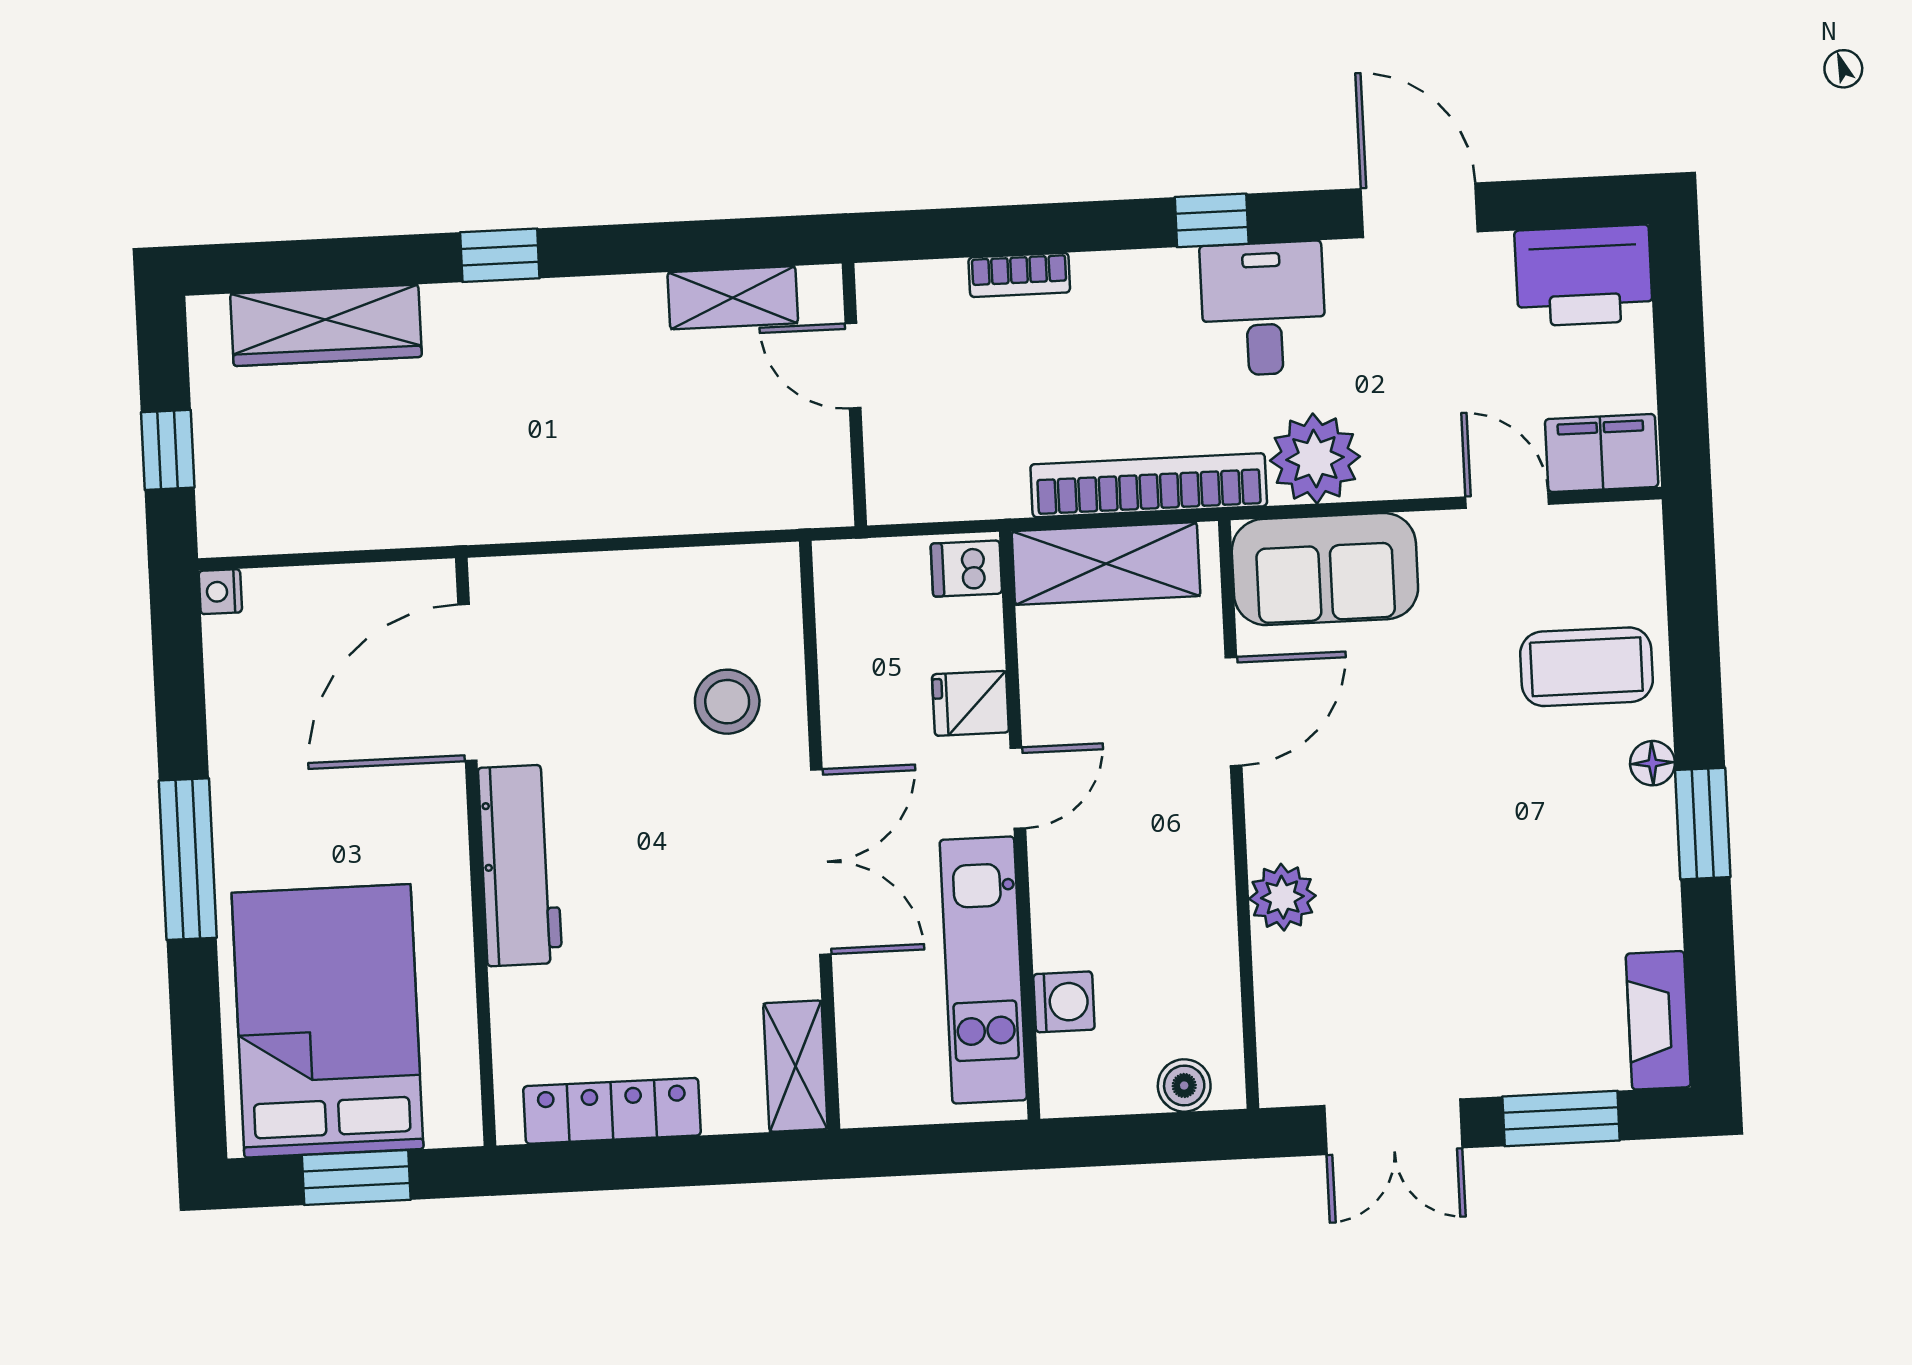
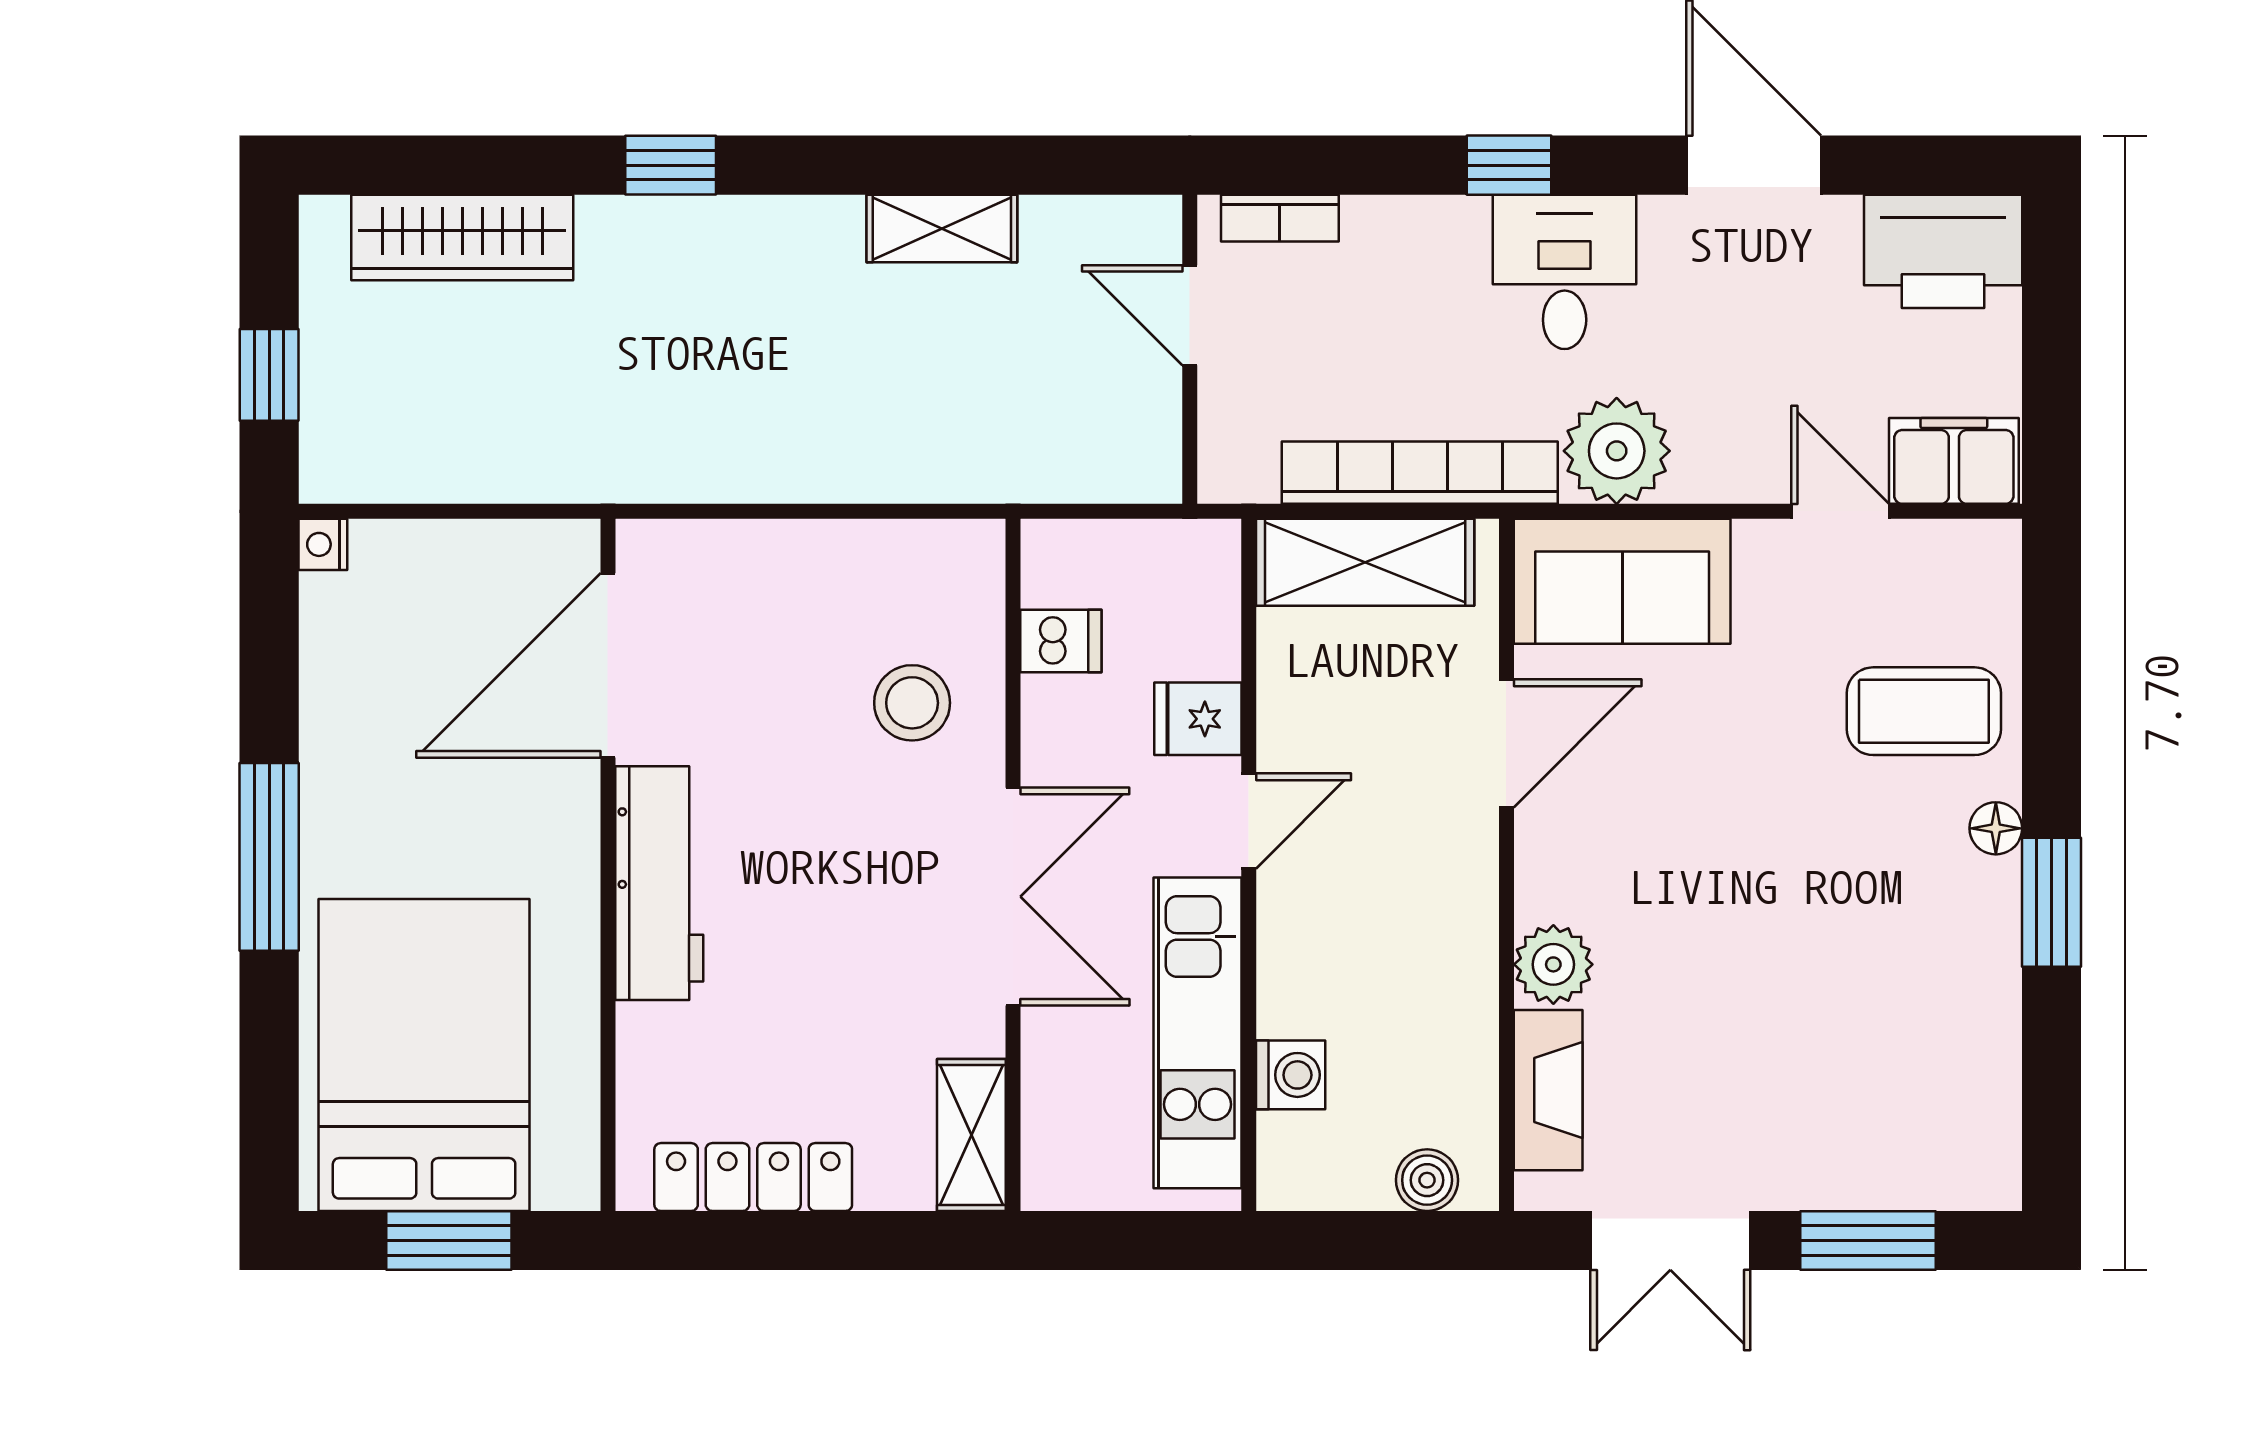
door: (853, 366) -> (1190, 315), moved
wall: (854, 395) -> (1190, 349), moved
dishwasher: (966, 569) -> (1061, 641), moved, turned 180
fireplace: (1658, 1020) -> (1548, 1090), moved, turned 180

